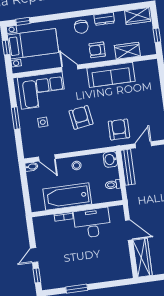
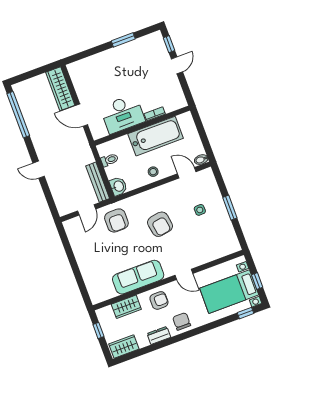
corner sofa: (42, 90) -> (208, 244), removed

